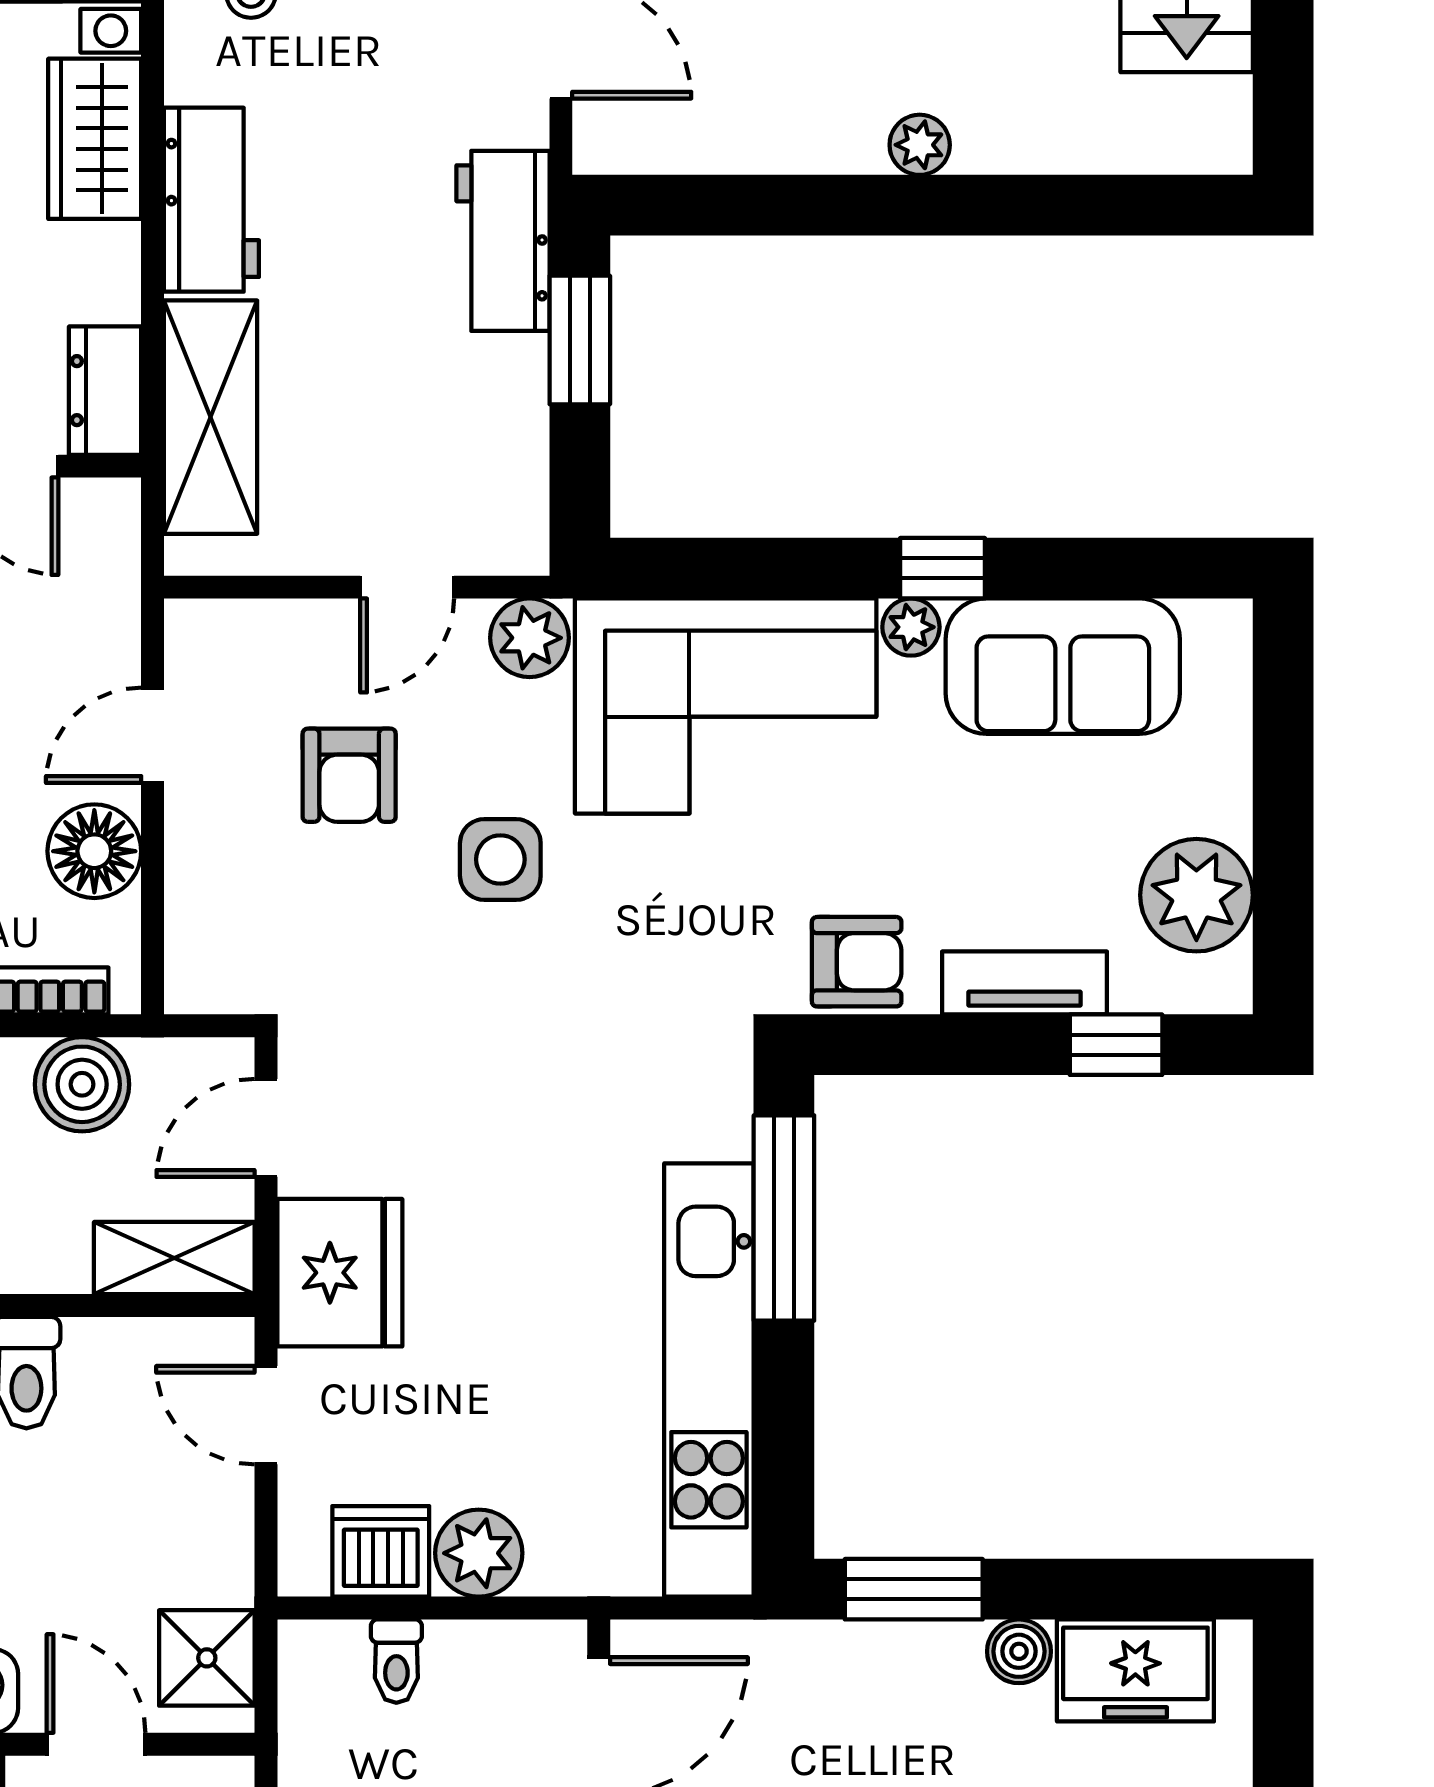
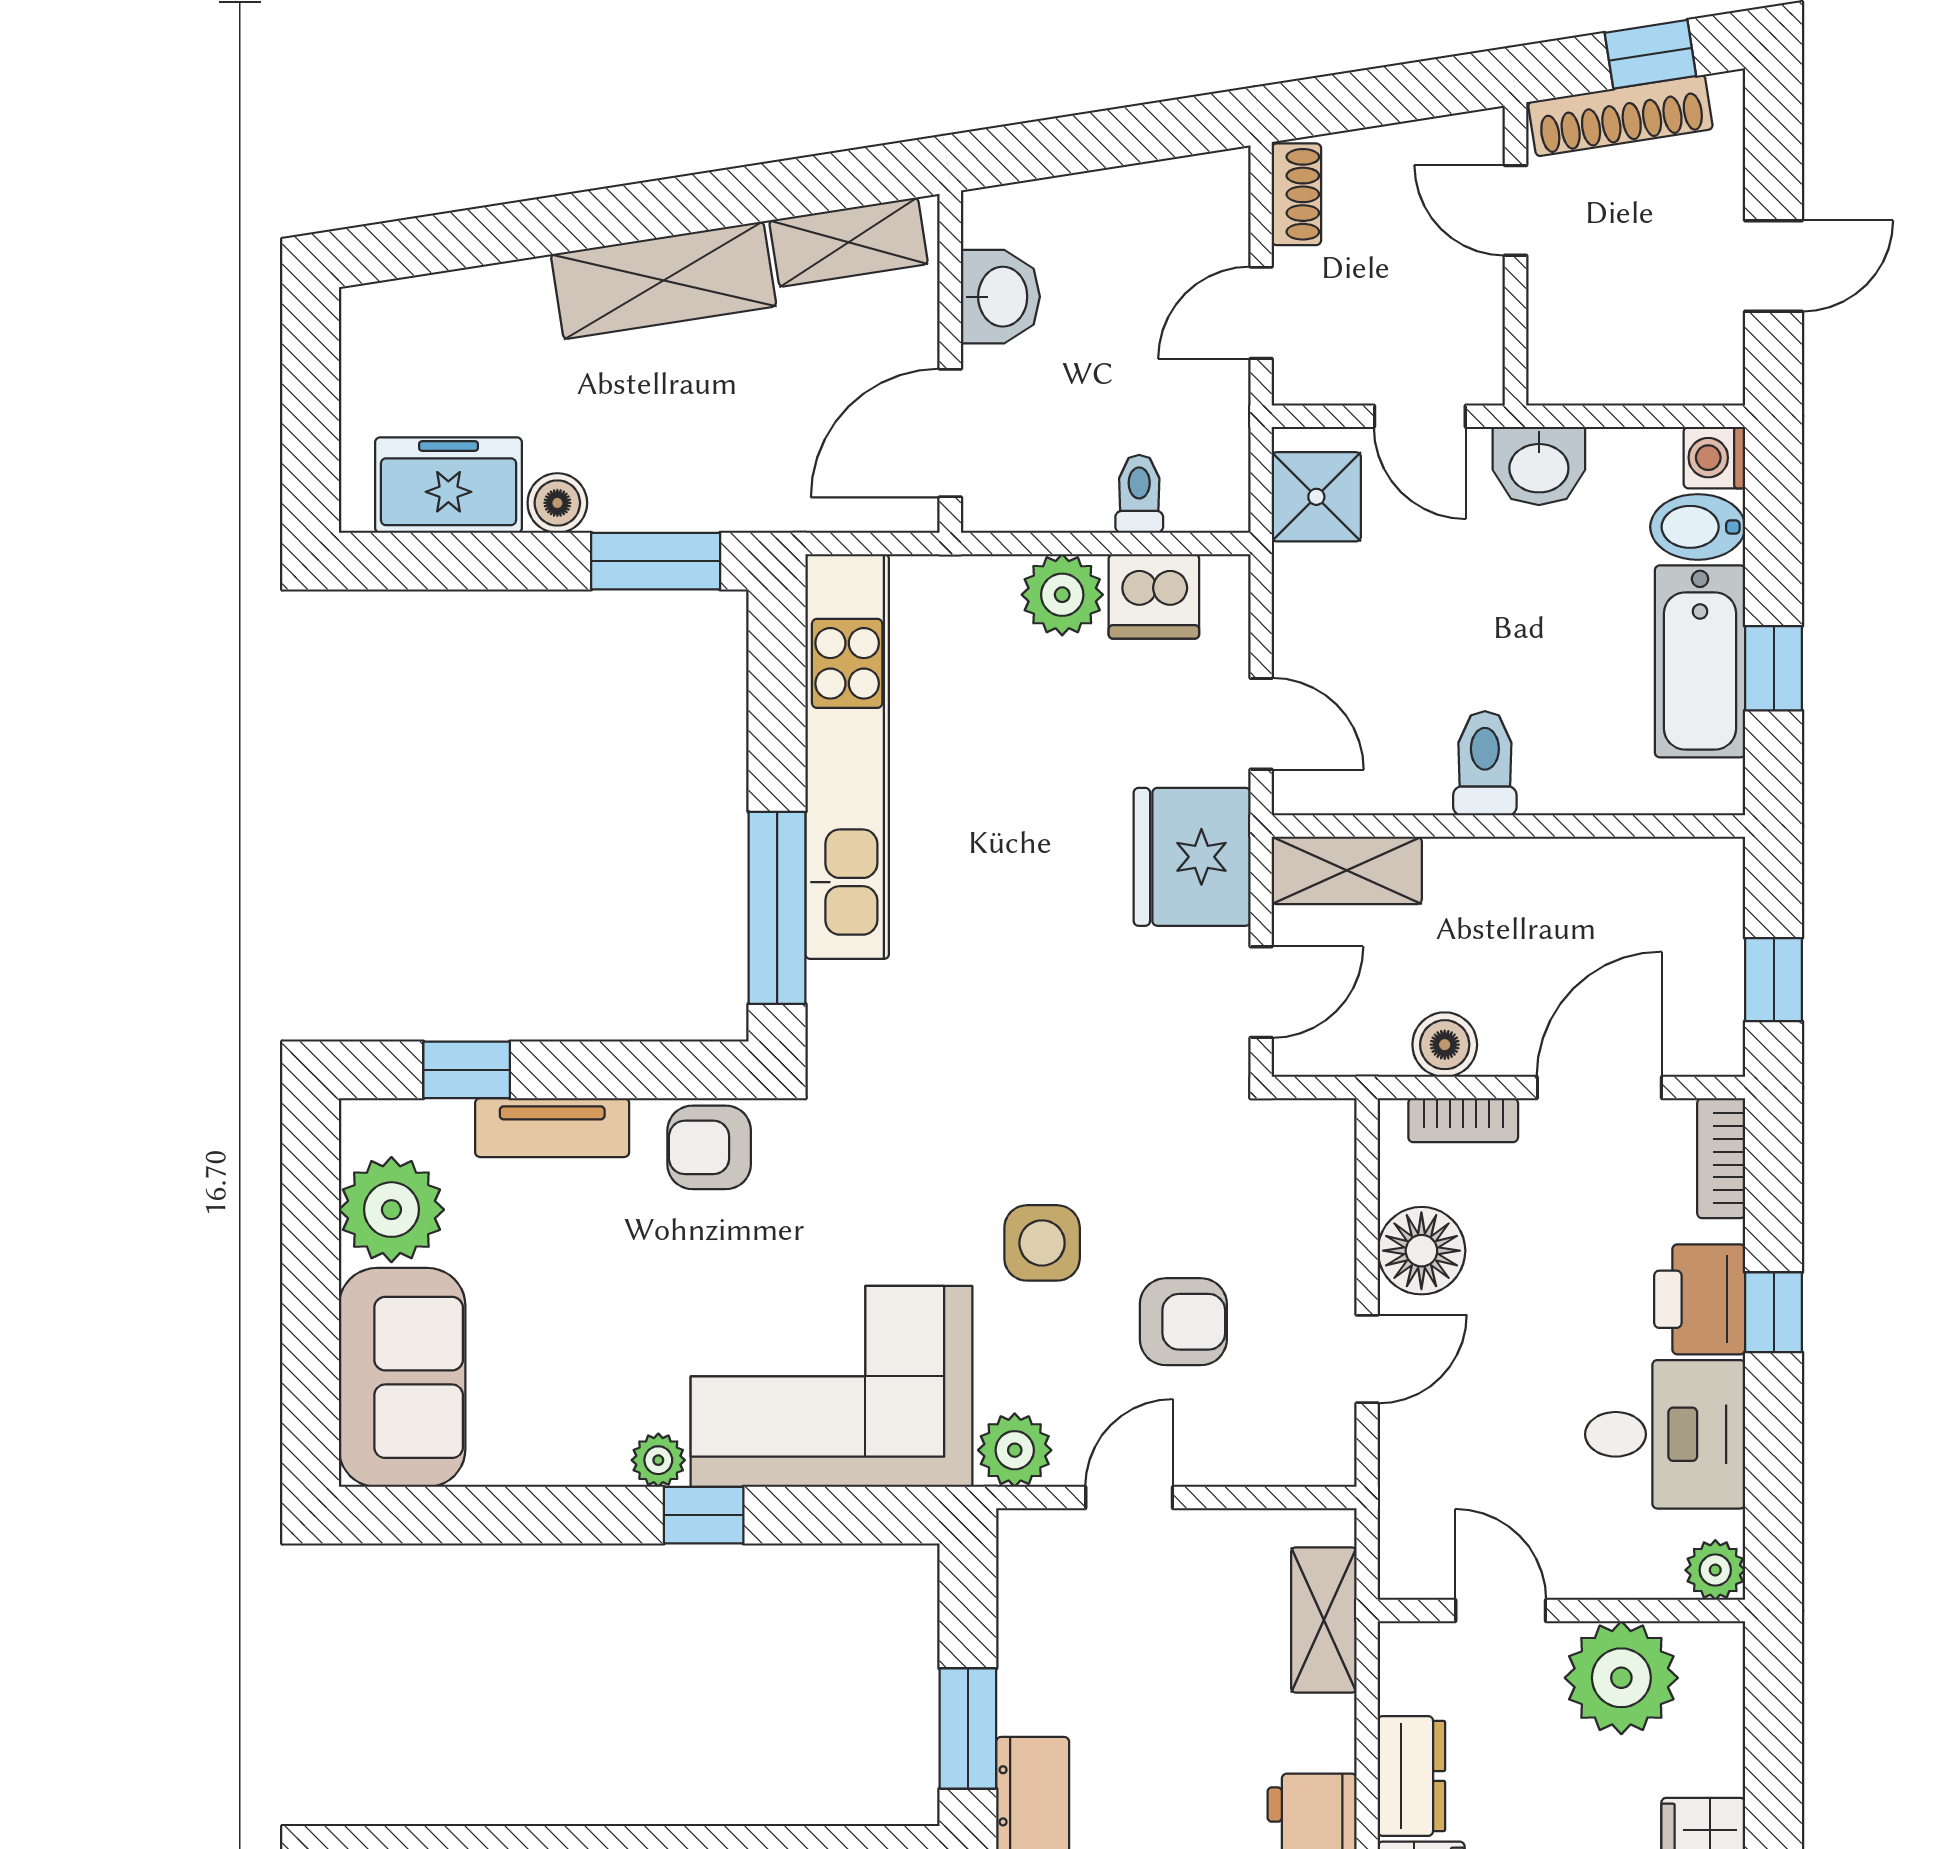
dresser: (105, 391) -> (1411, 1776), moved
shelving: (211, 417) -> (1324, 1620), width x0.67, depth x0.75
window: (943, 568) -> (704, 1515), moved
sofa: (1063, 666) -> (402, 1377), moved, turned 90
armchair: (349, 775) -> (1183, 1322), turned 90
boiler: (82, 1084) -> (1445, 1045), width x0.73, depth x0.73

